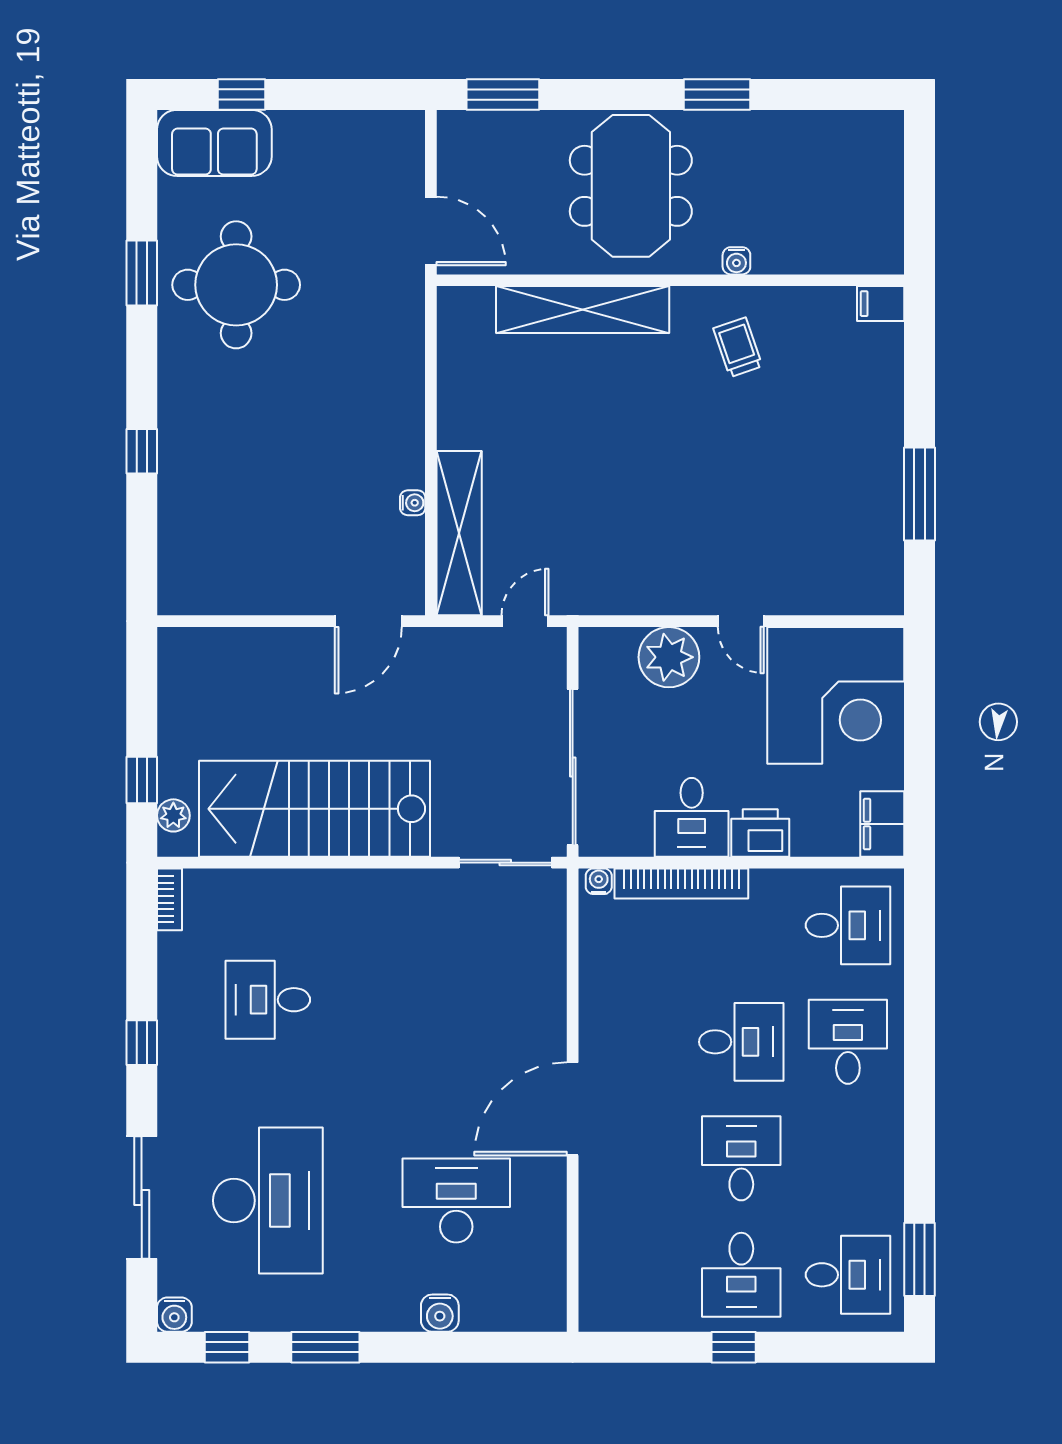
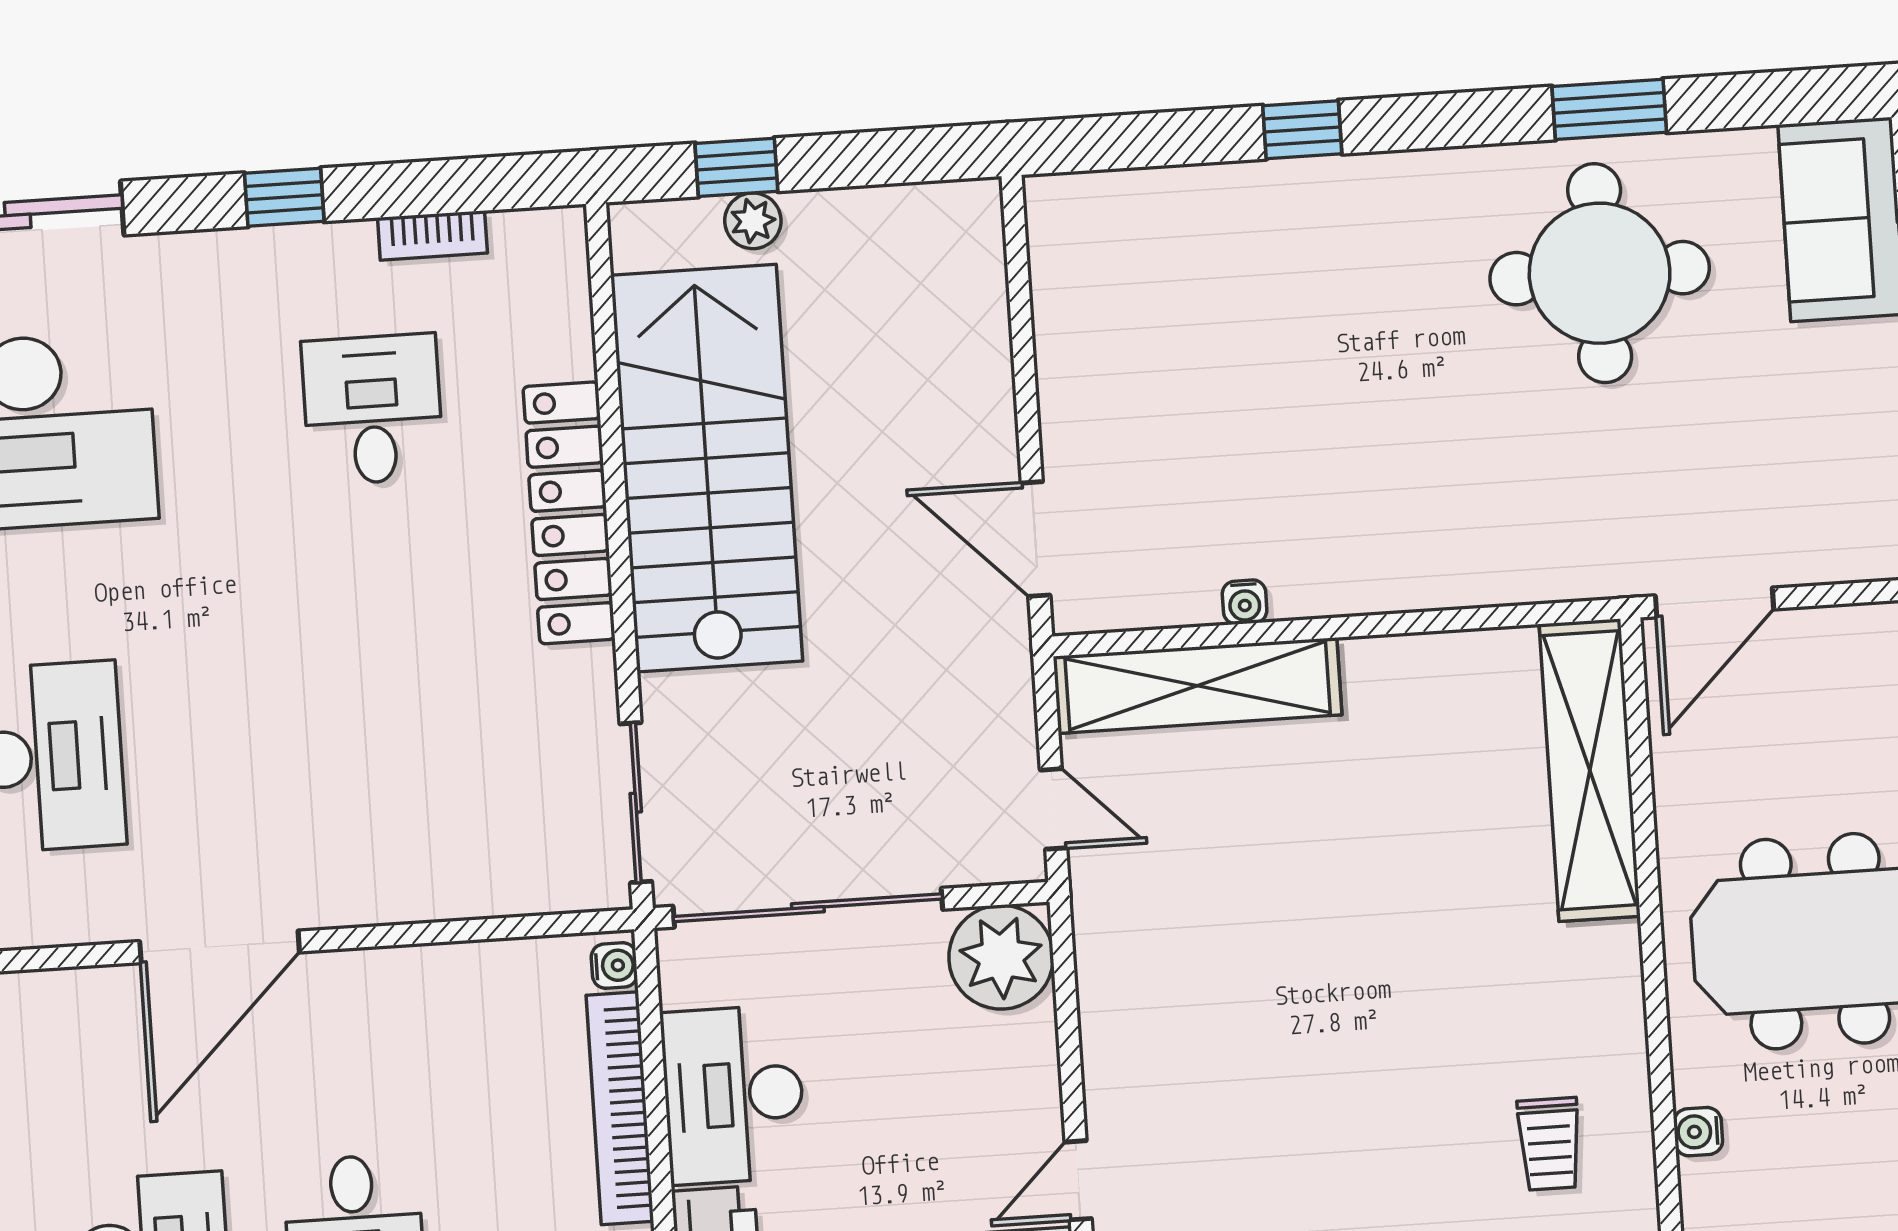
shelving: (583, 310) -> (1590, 770), moved
trolley: (738, 347) -> (1549, 1144), turned 109
plant: (669, 657) -> (1001, 957), moved
plant: (173, 815) -> (753, 221), moved
desk: (692, 817) -> (733, 1095), width x1.37
locker: (335, 890) -> (569, 513), added
bookcase: (169, 899) -> (432, 235), moved
door: (573, 1109) -> (220, 947), swing flipped

